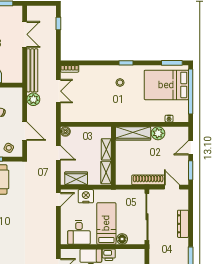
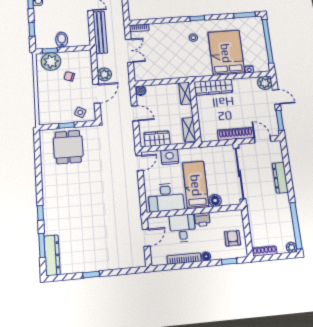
bed: (166, 85) -> (226, 53), moved, turned 90
plant: (33, 99) -> (104, 74), moved
door: (25, 131) -> (96, 94), hinge flipped
plant: (158, 133) -> (265, 83), moved
door: (191, 148) -> (276, 97), swing flipped
shelving: (106, 149) -> (185, 93), moved
desk: (79, 232) -> (166, 197), width x1.37

